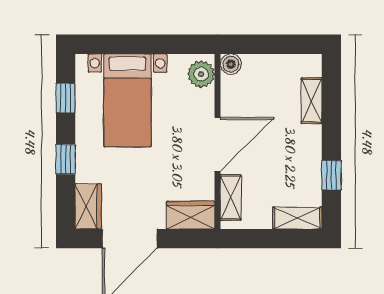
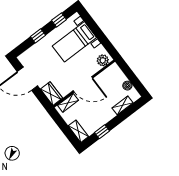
boiler: (231, 64) -> (127, 86), moved
wardrobe: (88, 206) -> (28, 56), removed

